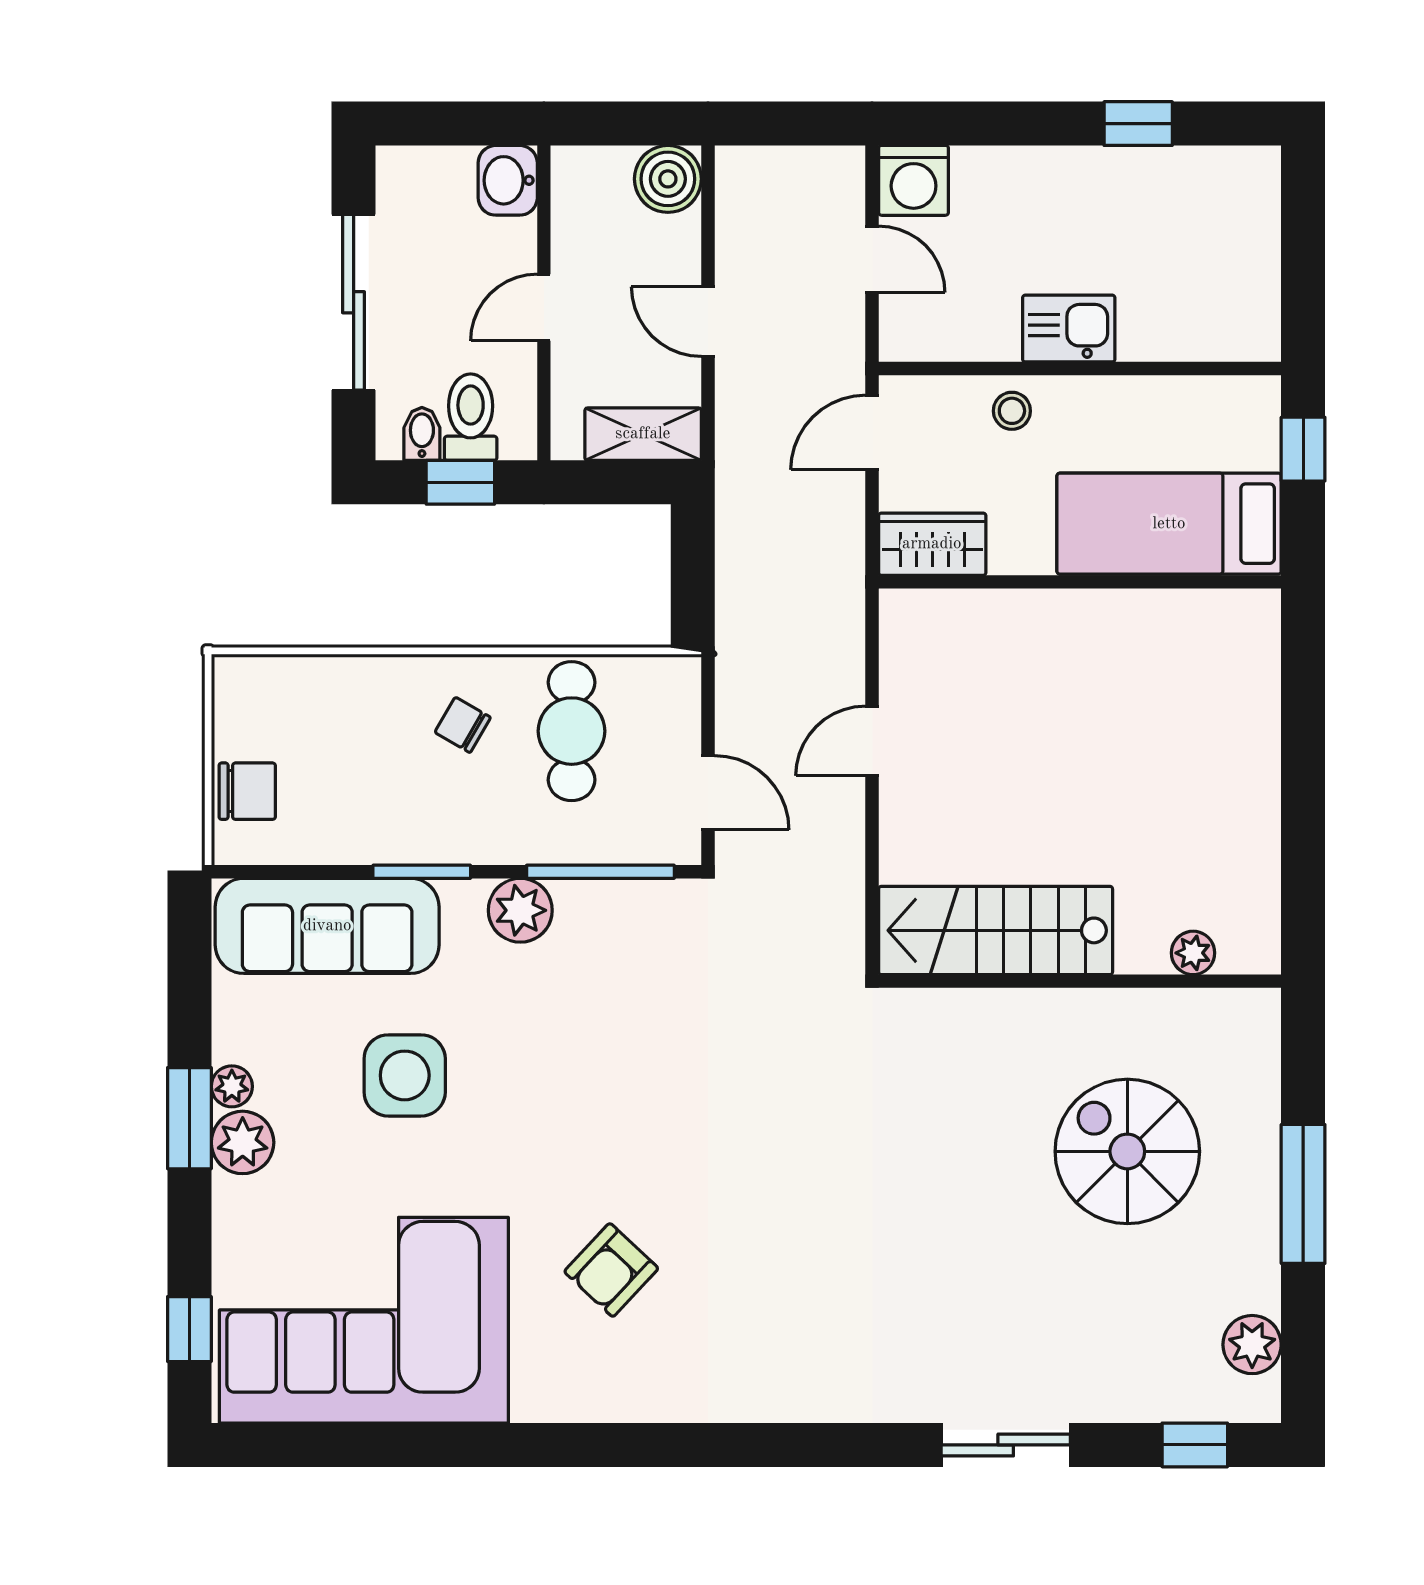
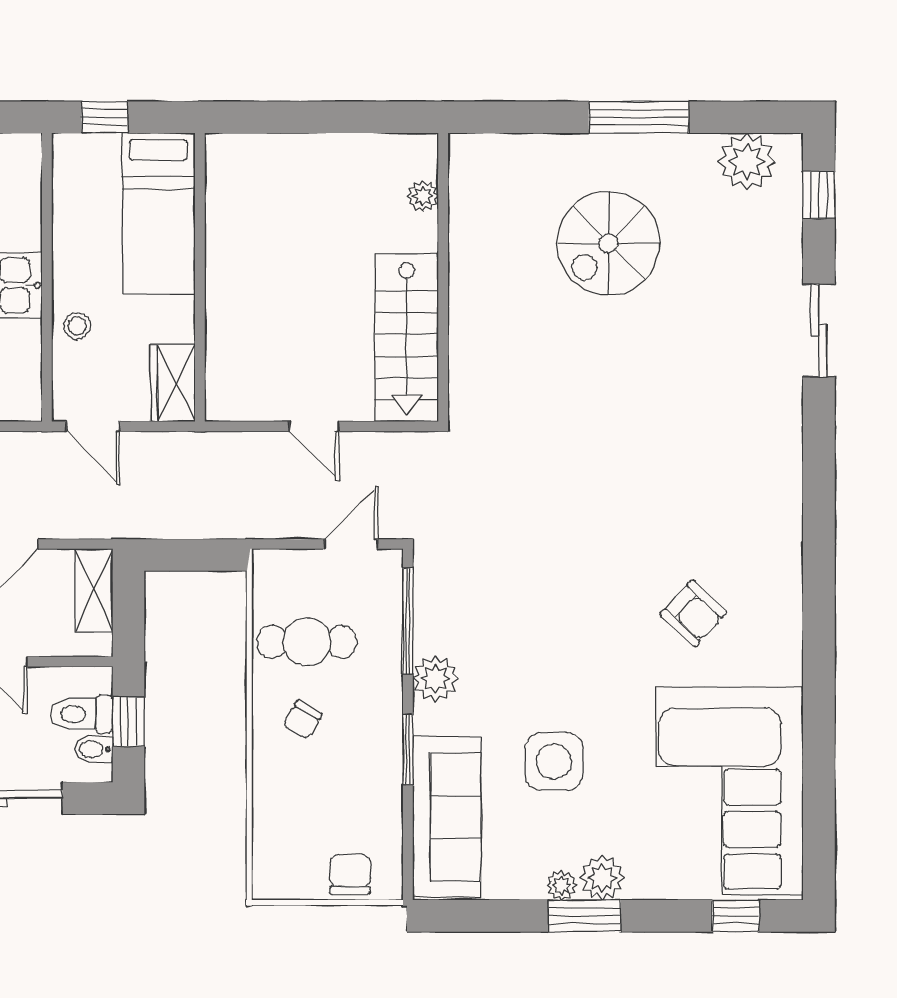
stairs: (996, 930) -> (407, 338), moved
plant: (1193, 953) -> (423, 196), moved
wall: (1080, 981) -> (443, 277), moved
plant: (1252, 1345) -> (747, 161), width x1.36, depth x1.36

